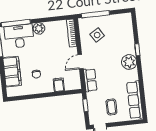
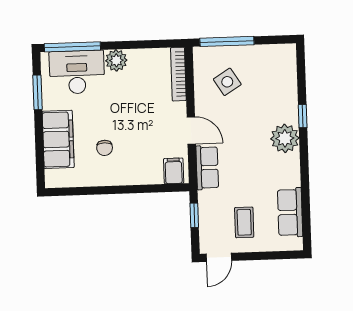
door: (80, 62) -> (191, 130), swing flipped
filing cabinet: (59, 85) -> (174, 171), moved
row of seats: (135, 100) -> (290, 212), width x0.68

